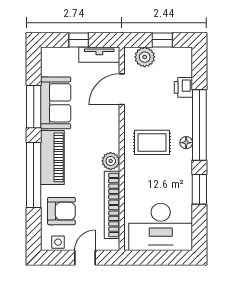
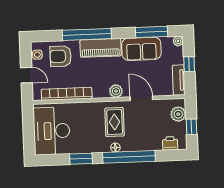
plant: (47, 54) -> (178, 41), added
printer: (183, 87) -> (170, 143), moved
door: (122, 89) -> (141, 98), moved
window: (34, 107) -> (152, 32), moved
plant: (111, 161) -> (116, 91), moved
armchair: (61, 211) -> (61, 56), turned 90

